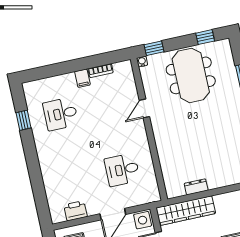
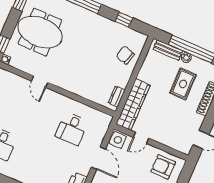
chair: (227, 170) -> (125, 55), added
dresser: (196, 187) -> (117, 96), moved

